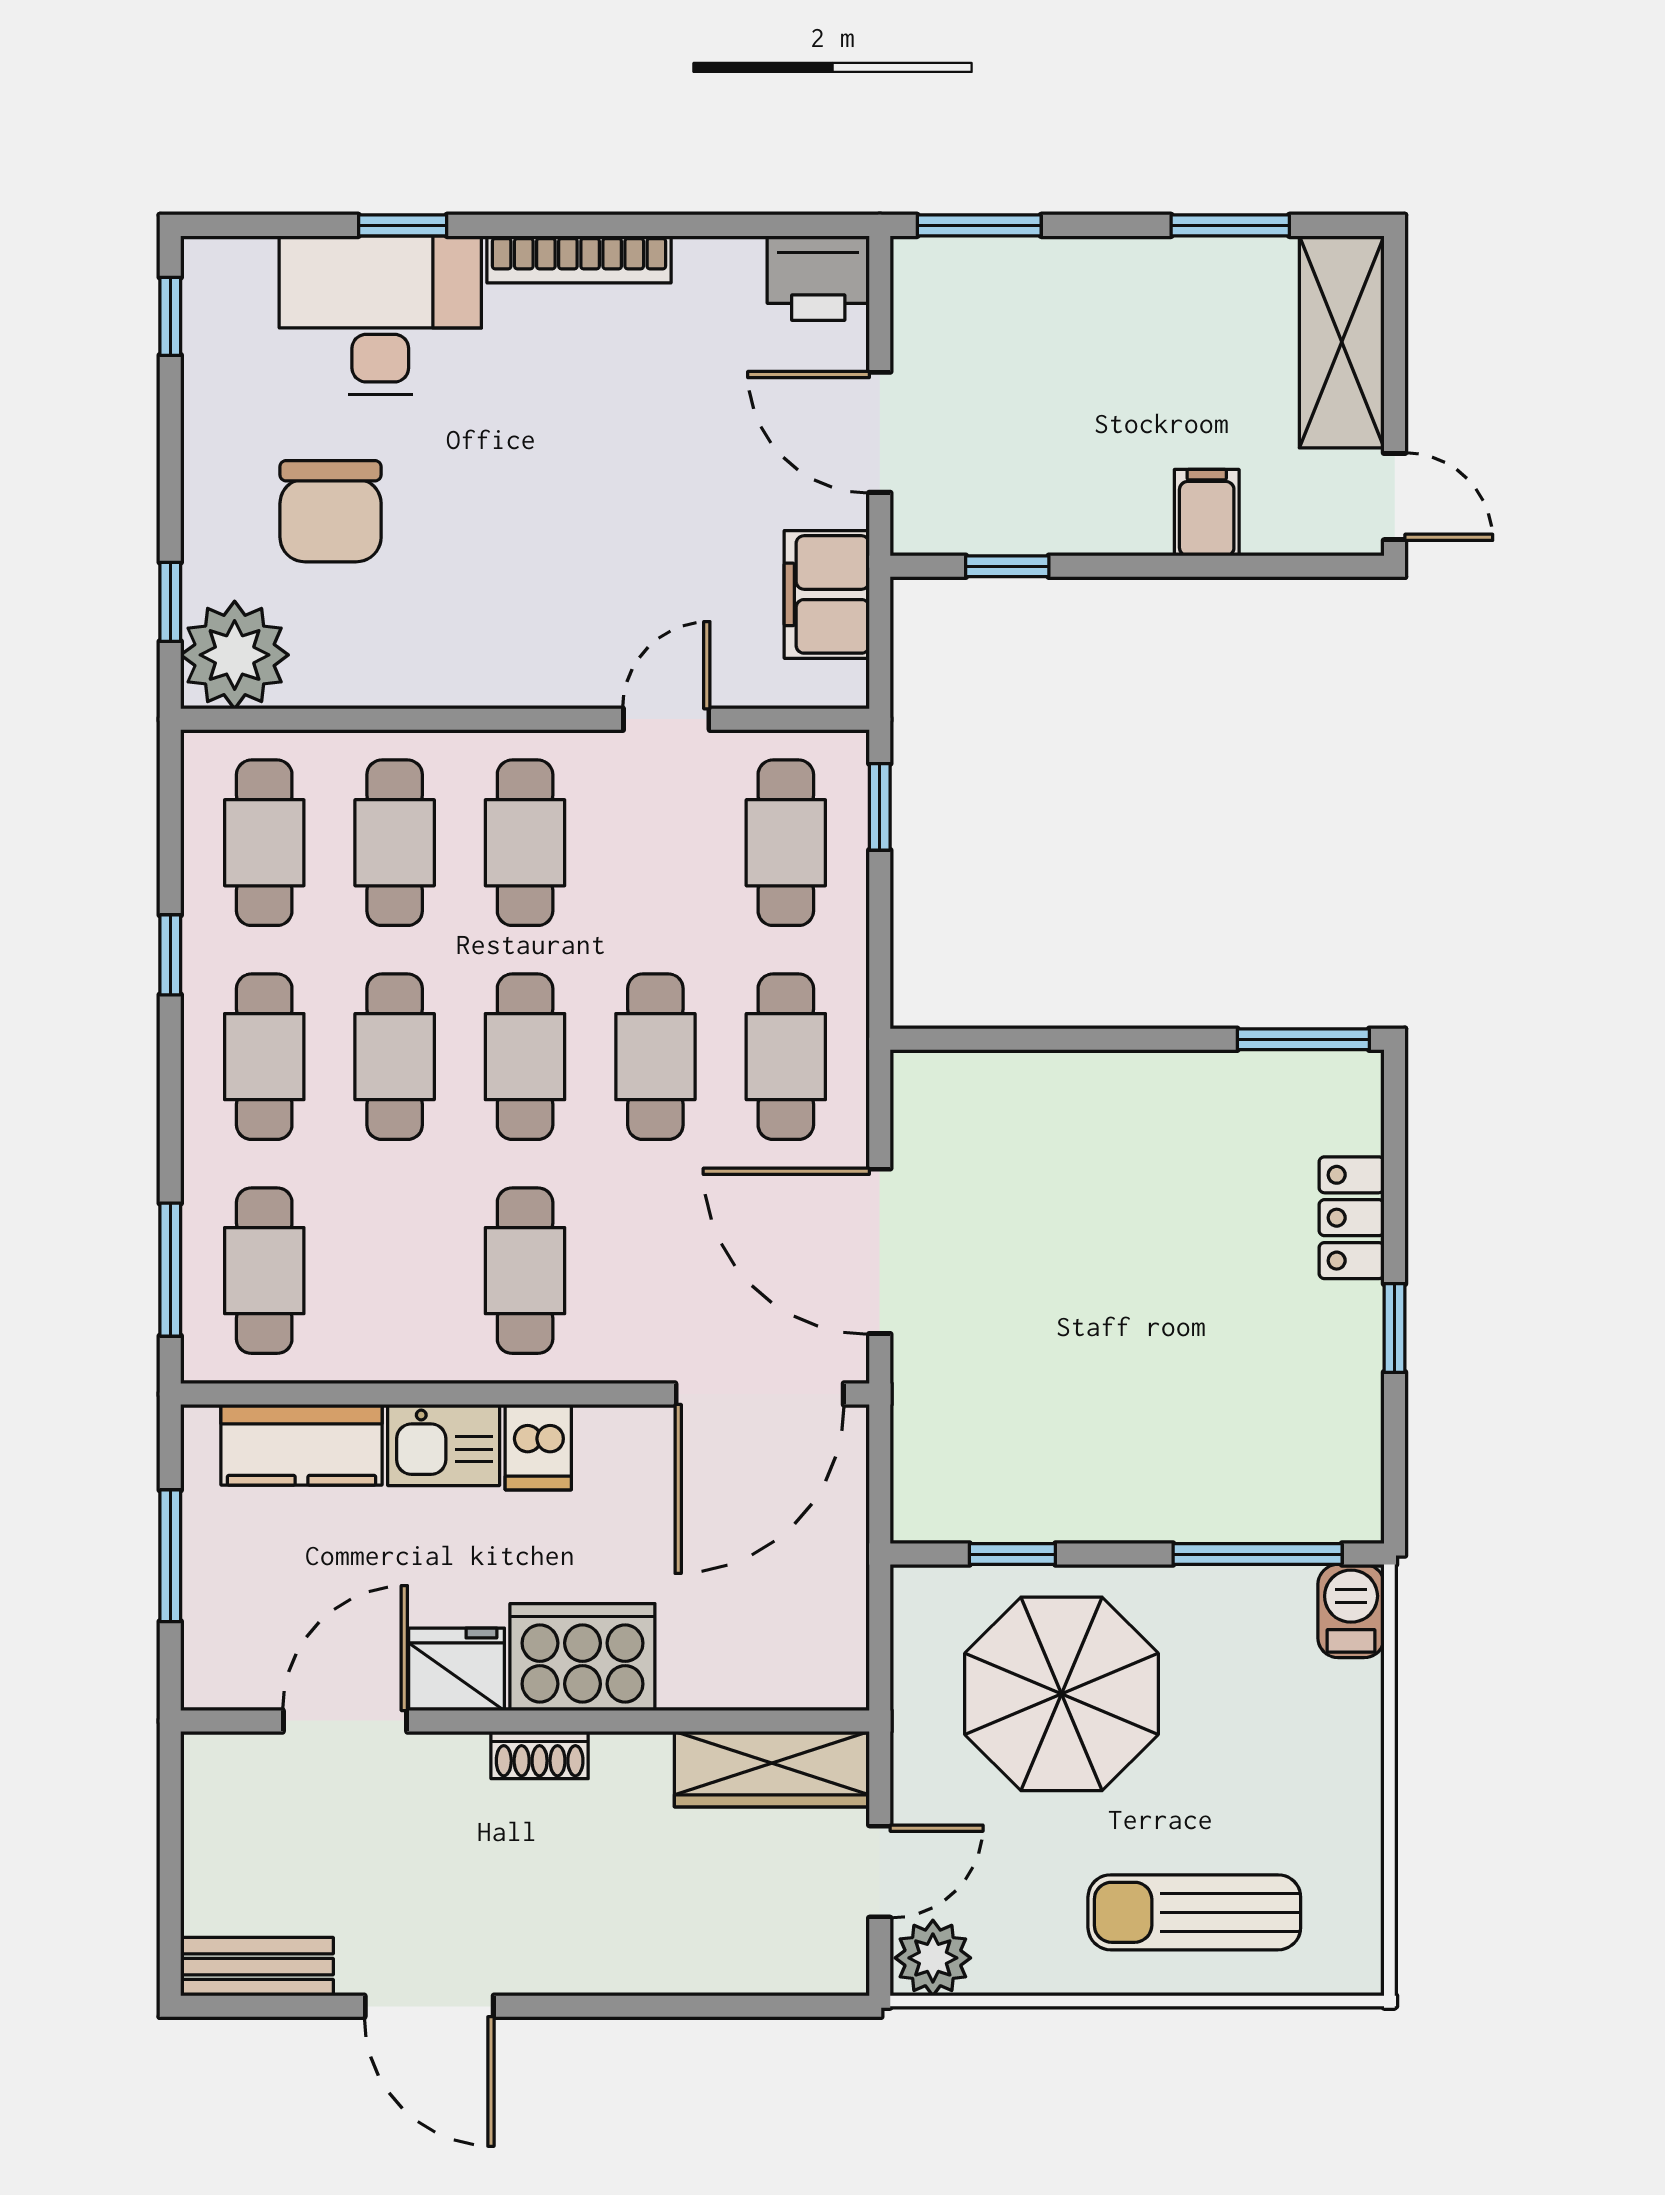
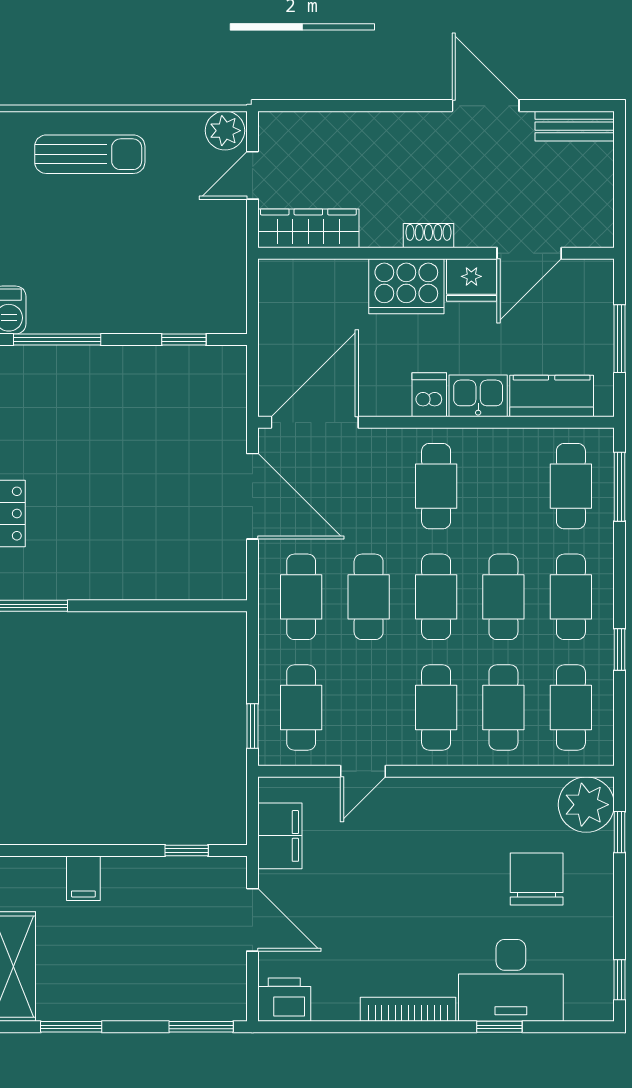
parasol: (1062, 1694) -> (158, 267), removed

